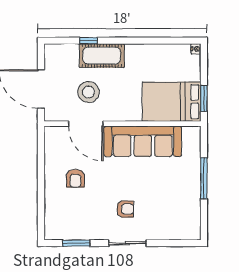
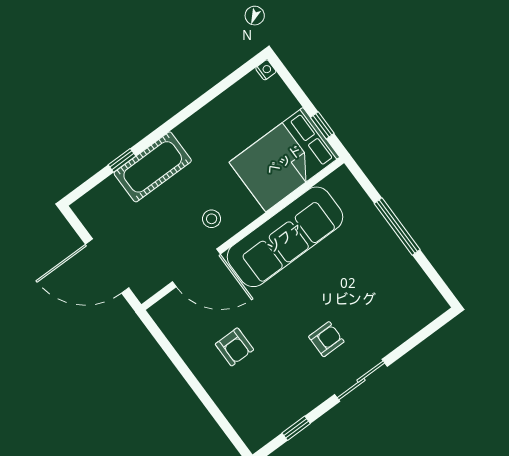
stool: (89, 92) -> (212, 219), moved, width x0.53, depth x0.53
window: (204, 98) -> (322, 125), width x0.67
window: (76, 243) -> (296, 428), width x0.67

